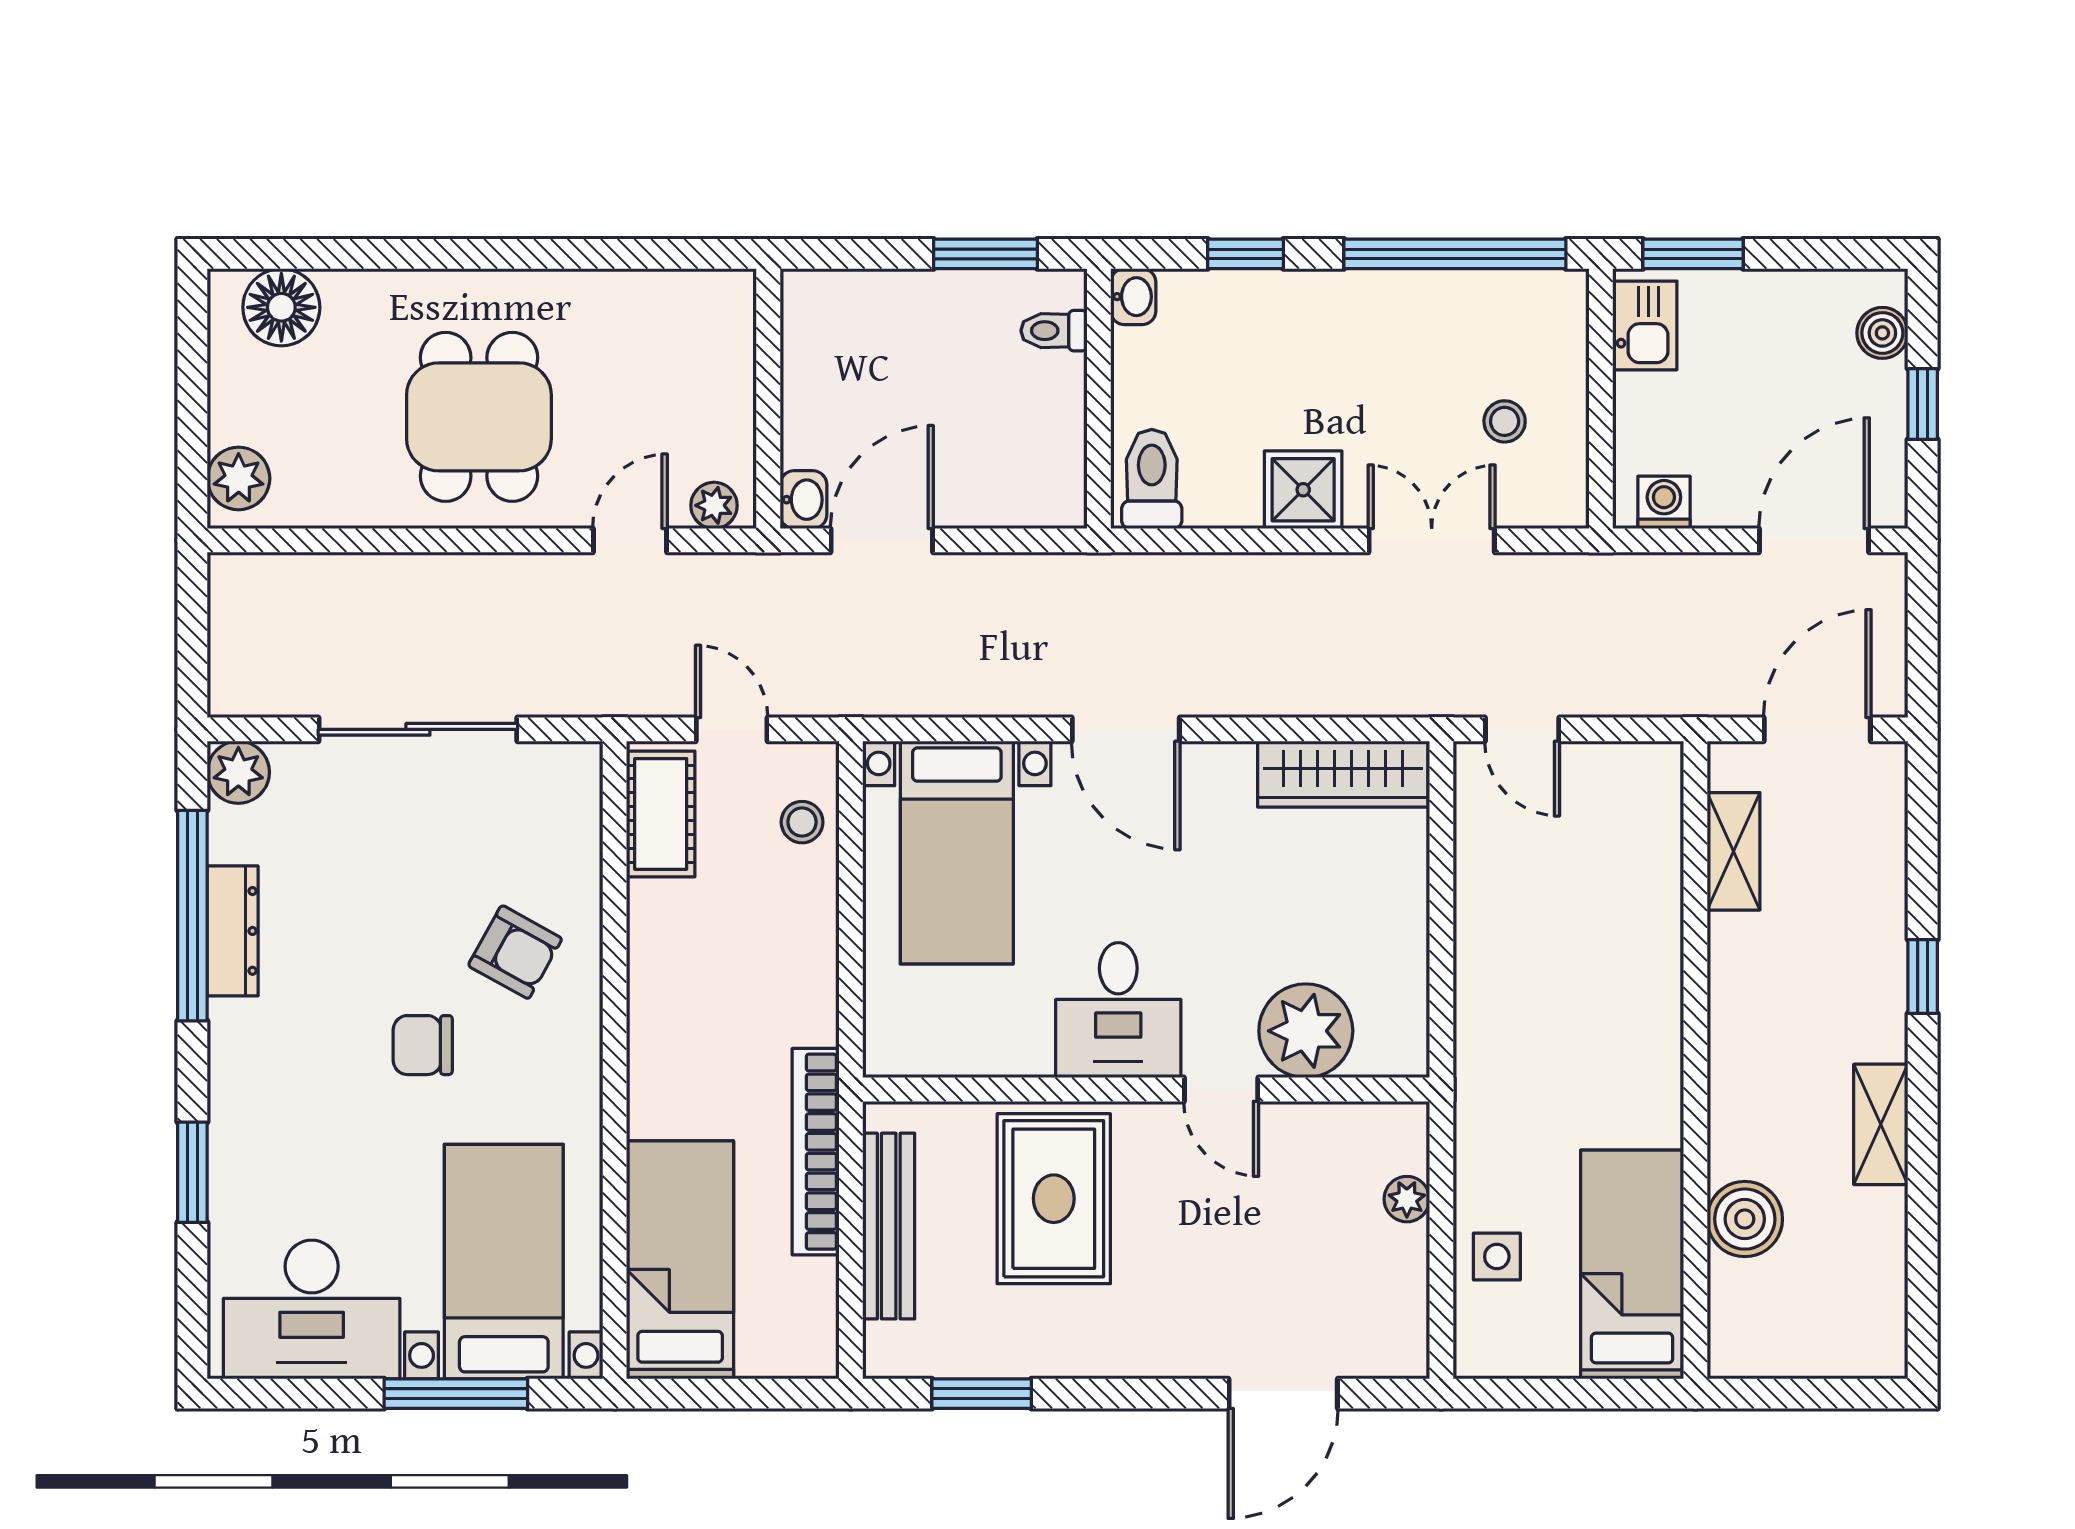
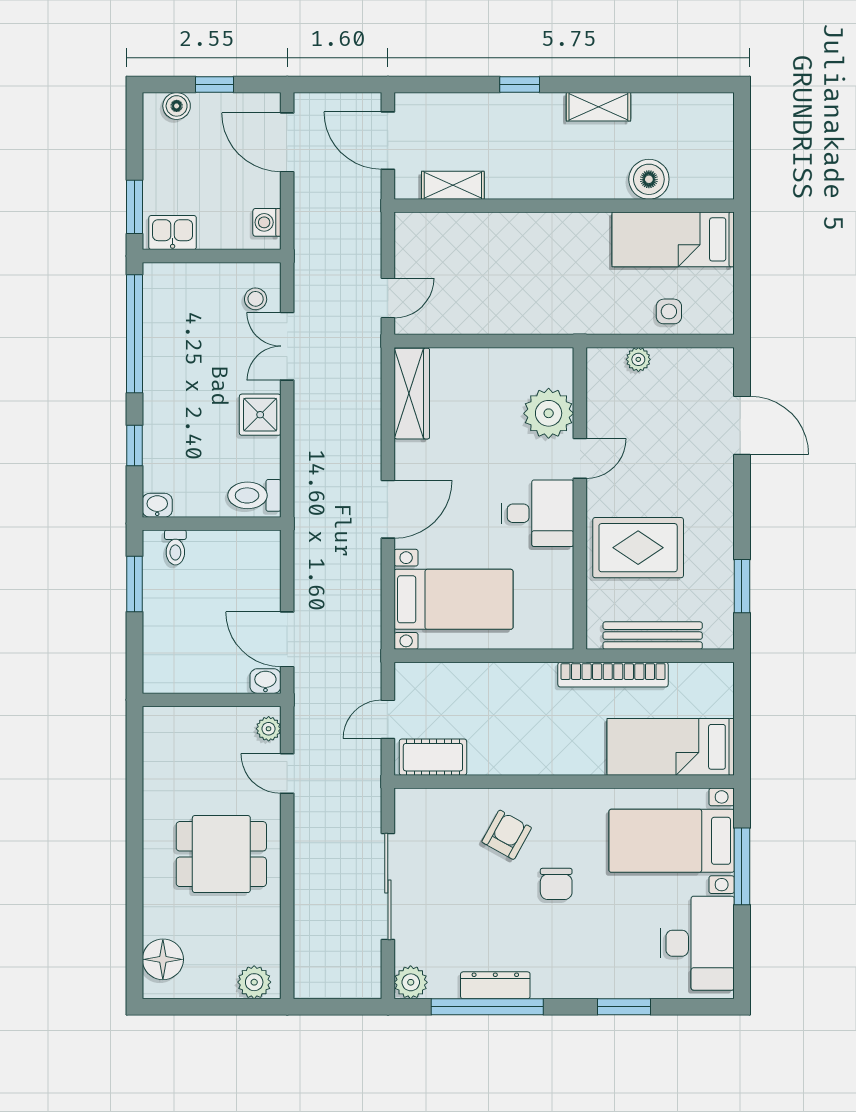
stool: (1505, 421) -> (256, 299), moved
stool: (802, 822) -> (437, 682), removed

